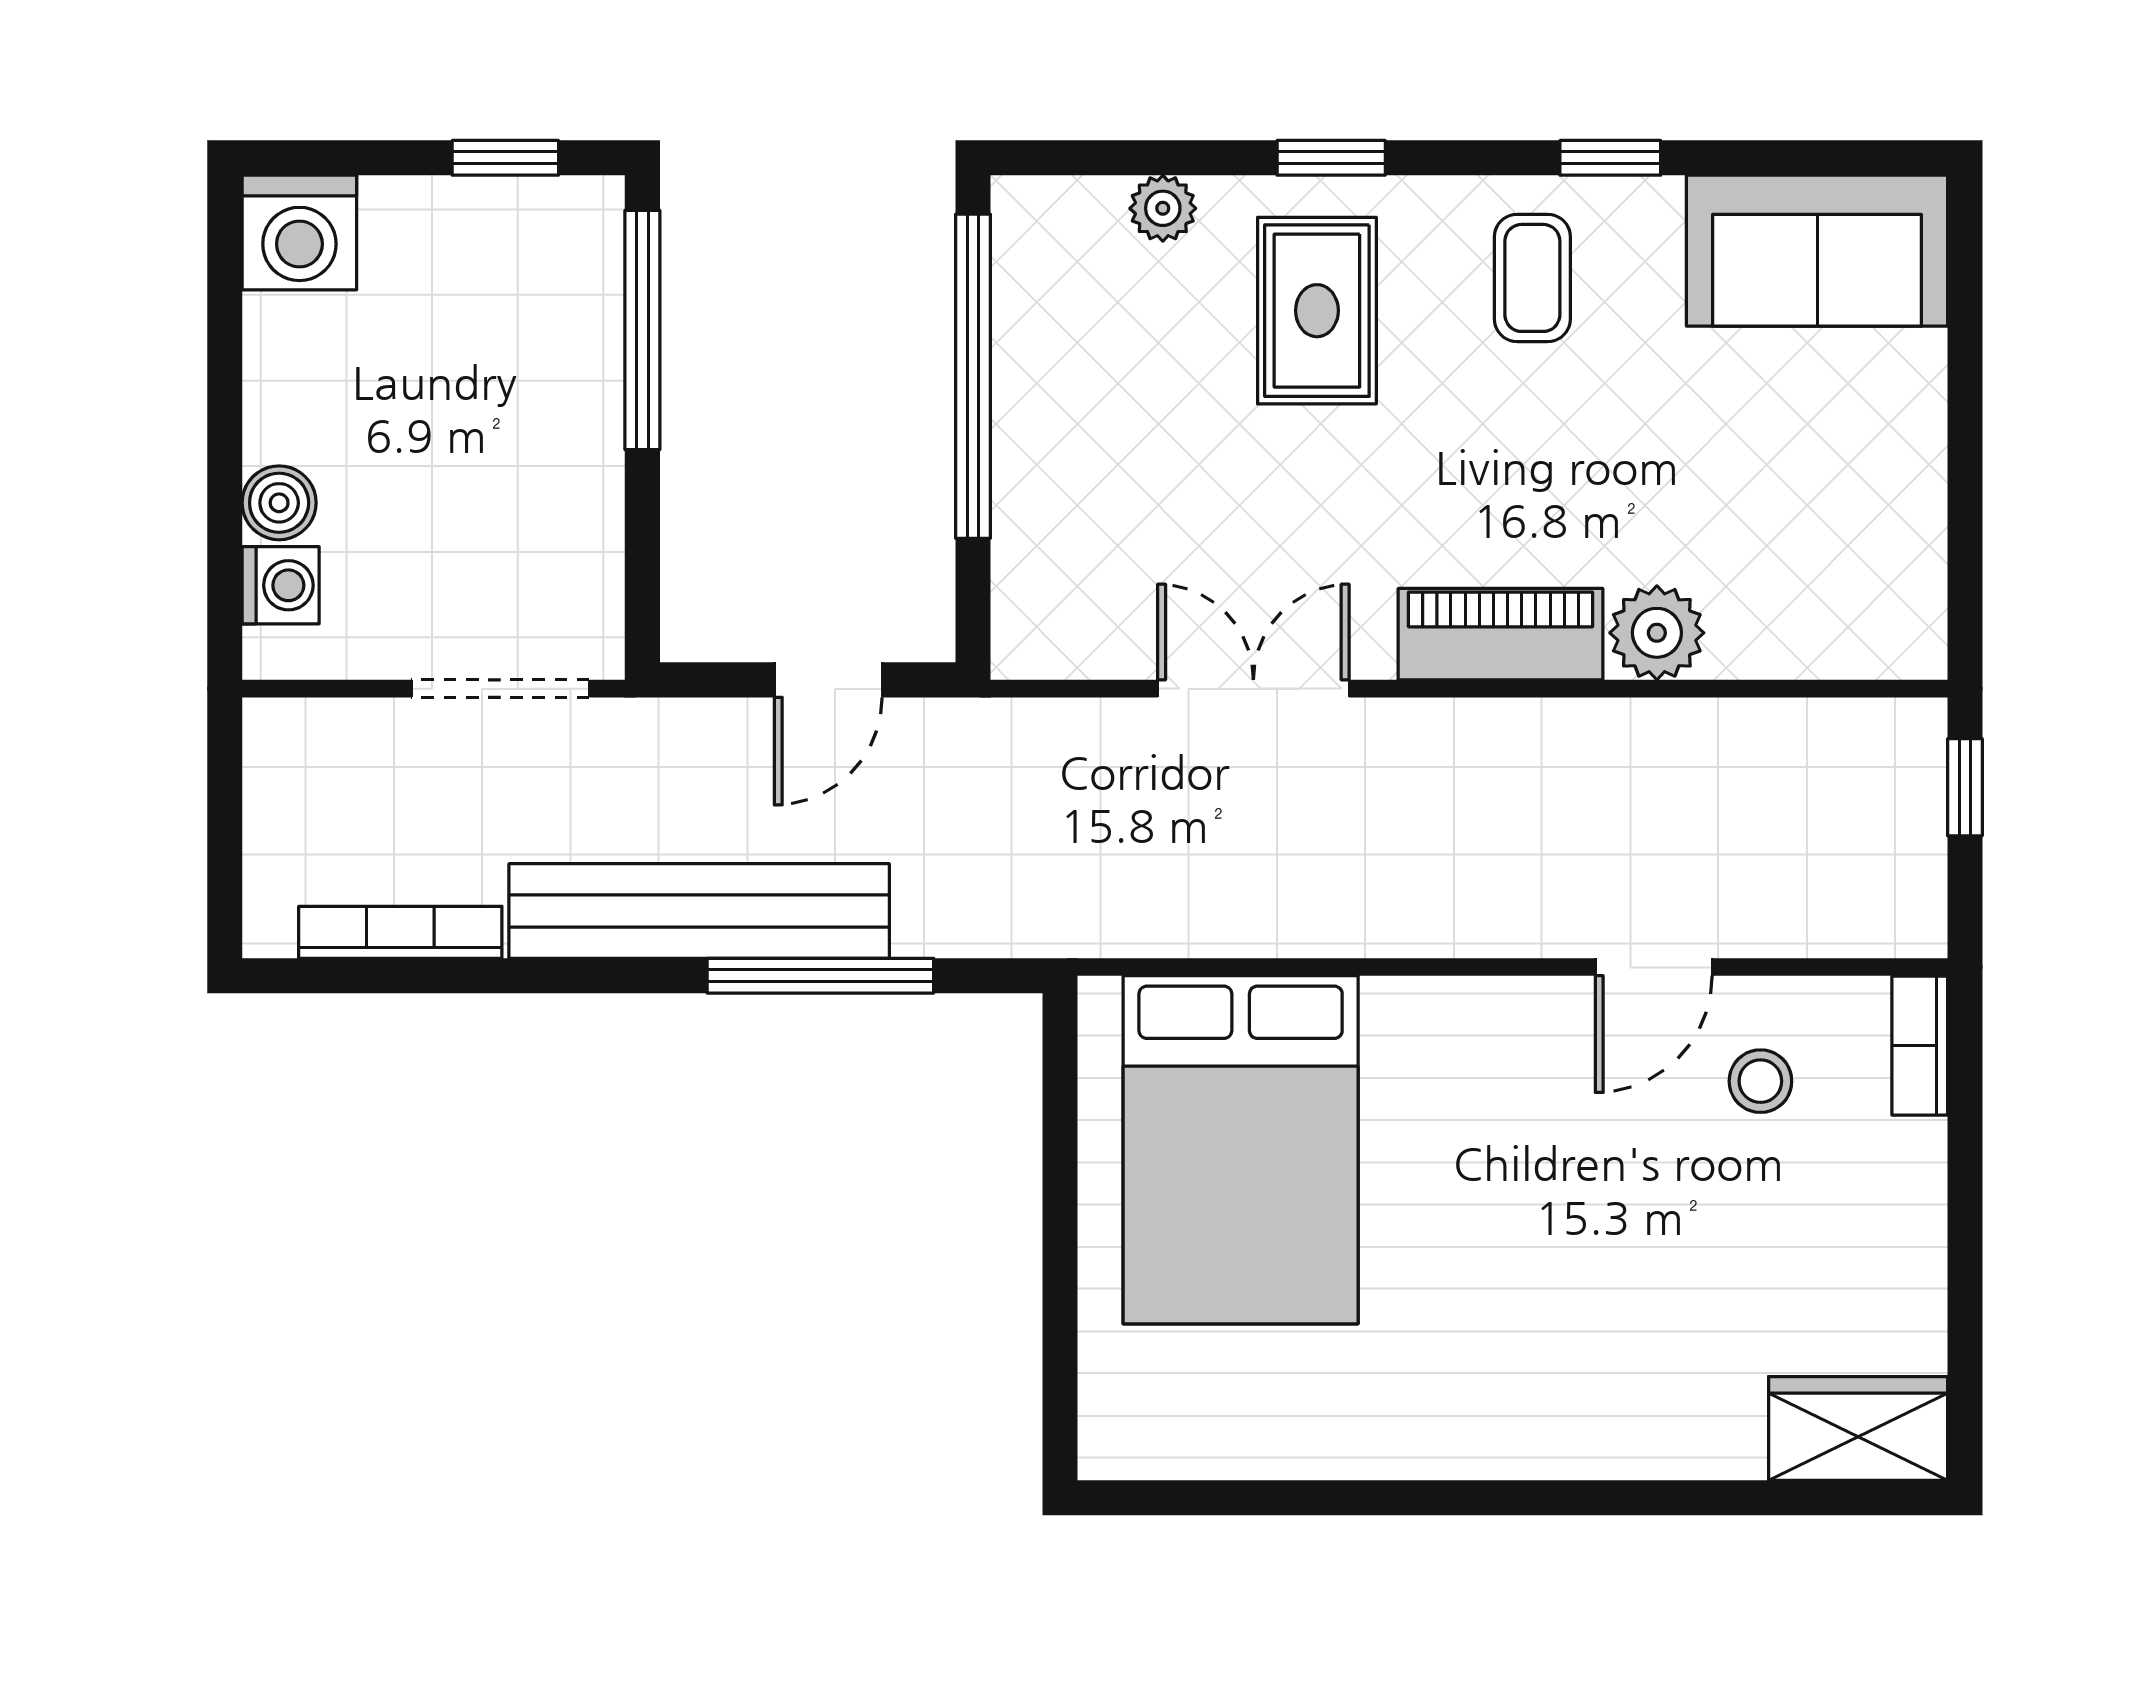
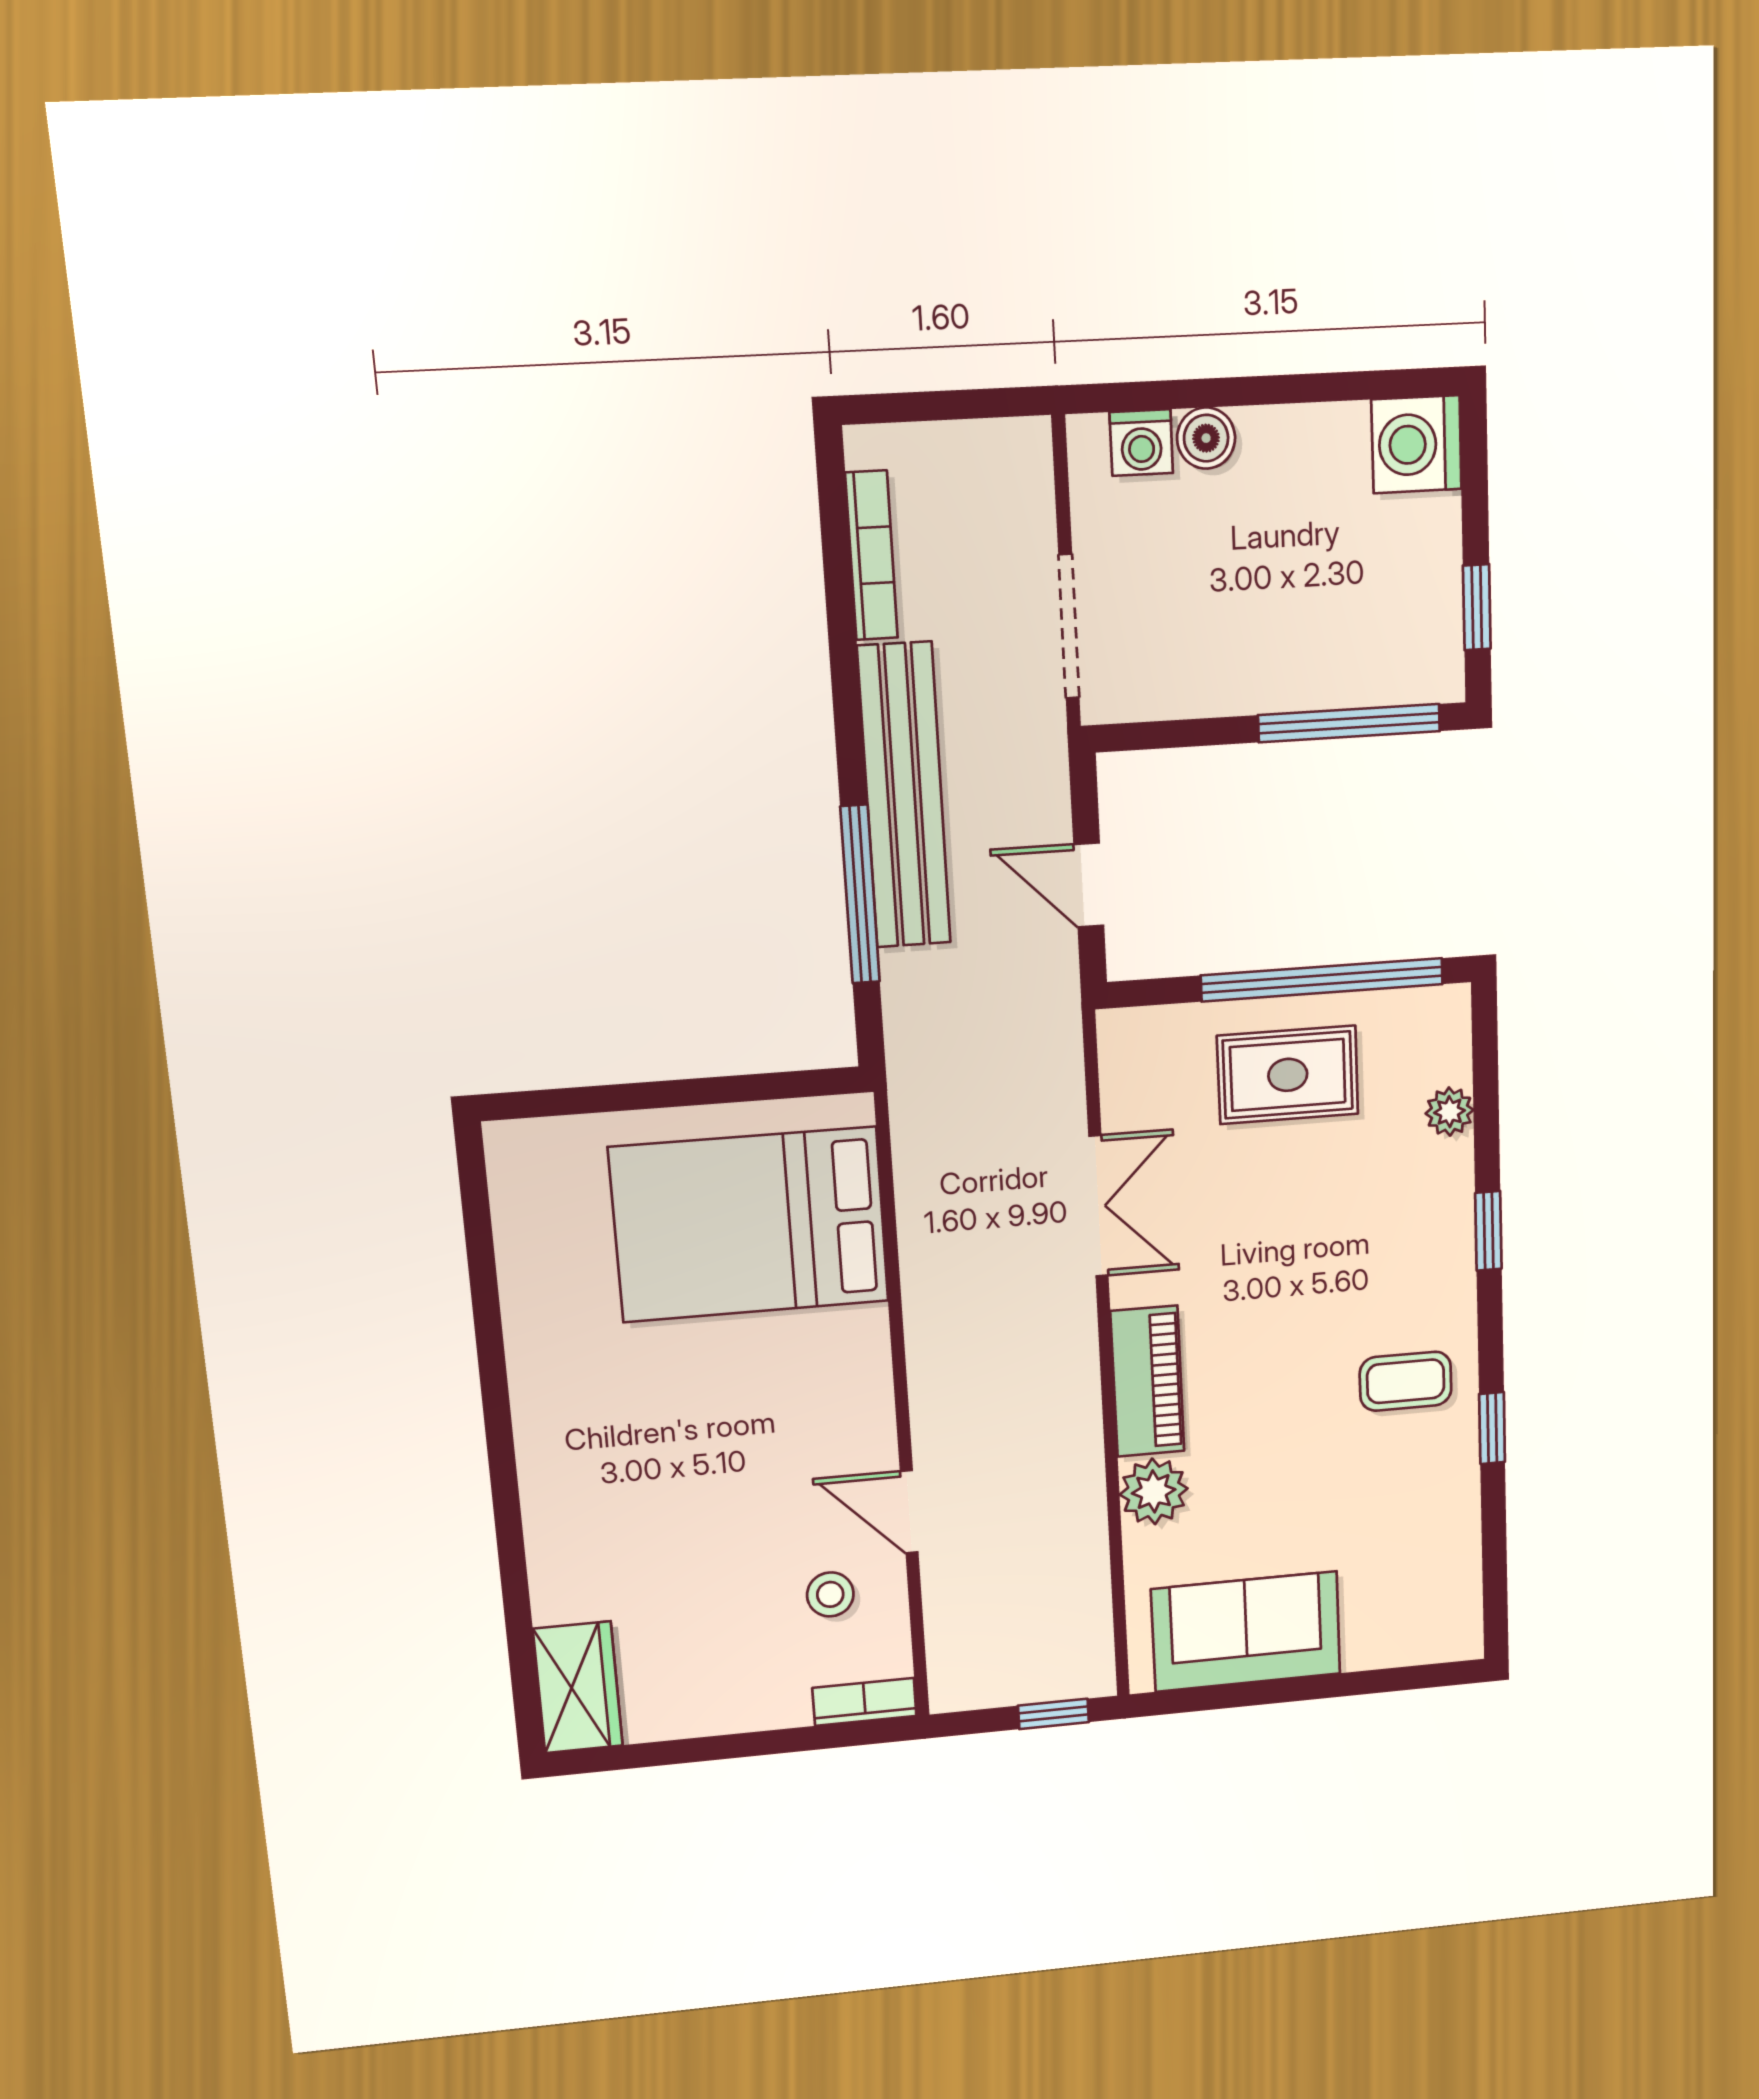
sofa: (1817, 251) -> (1246, 1632), moved, turned 90
rug: (1317, 311) -> (1288, 1075), moved

